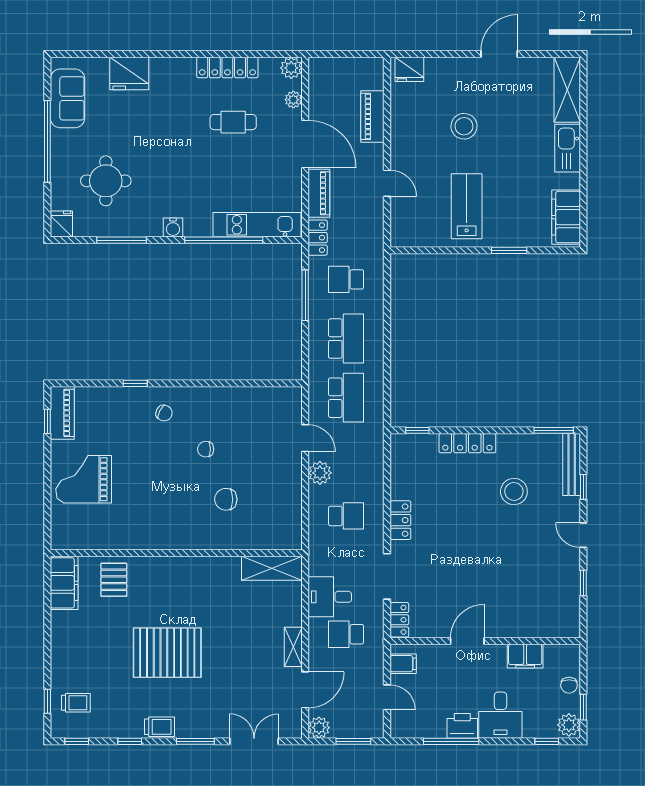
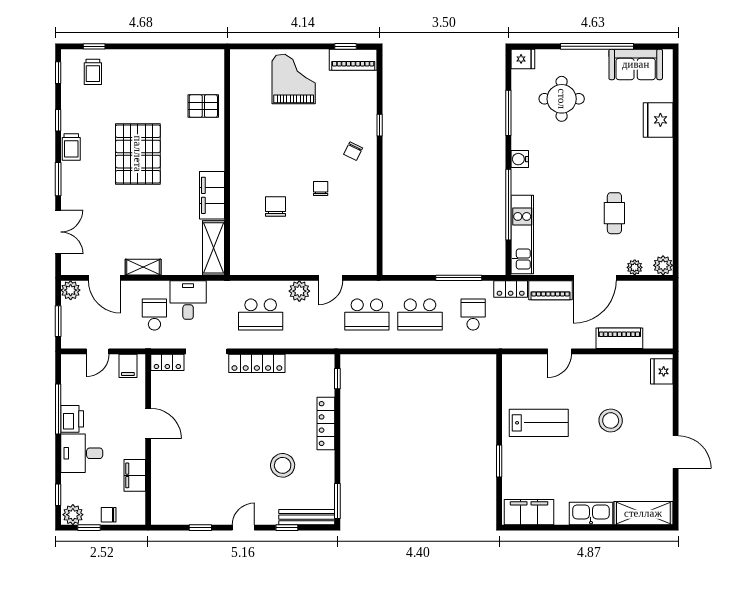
locker: (227, 67) -> (663, 208), removed
school desk: (346, 516) -> (261, 315), width x1.85
locker: (400, 520) -> (257, 363), width x1.53
filing cabinet: (64, 583) -> (212, 195), moved, turned 90

